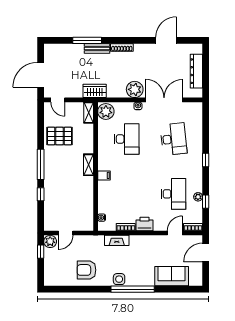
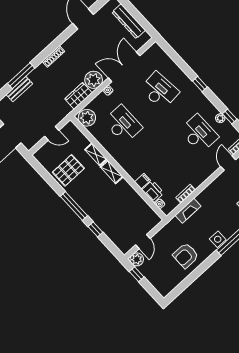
bench: (97, 49) -> (19, 89), moved
wardrobe: (95, 91) -> (78, 96), moved
door: (58, 100) -> (52, 133), moved
shelving: (89, 113) -> (96, 154), moved
filing cabinet: (104, 175) -> (142, 181), moved
printer: (144, 224) -> (153, 191), moved, turned 90

